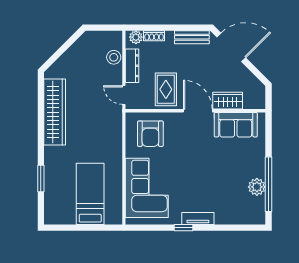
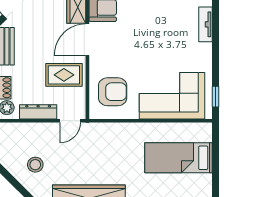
stool: (114, 57) -> (35, 165), moved
tv unit: (198, 219) -> (206, 24), moved
window: (184, 228) -> (216, 97), moved

